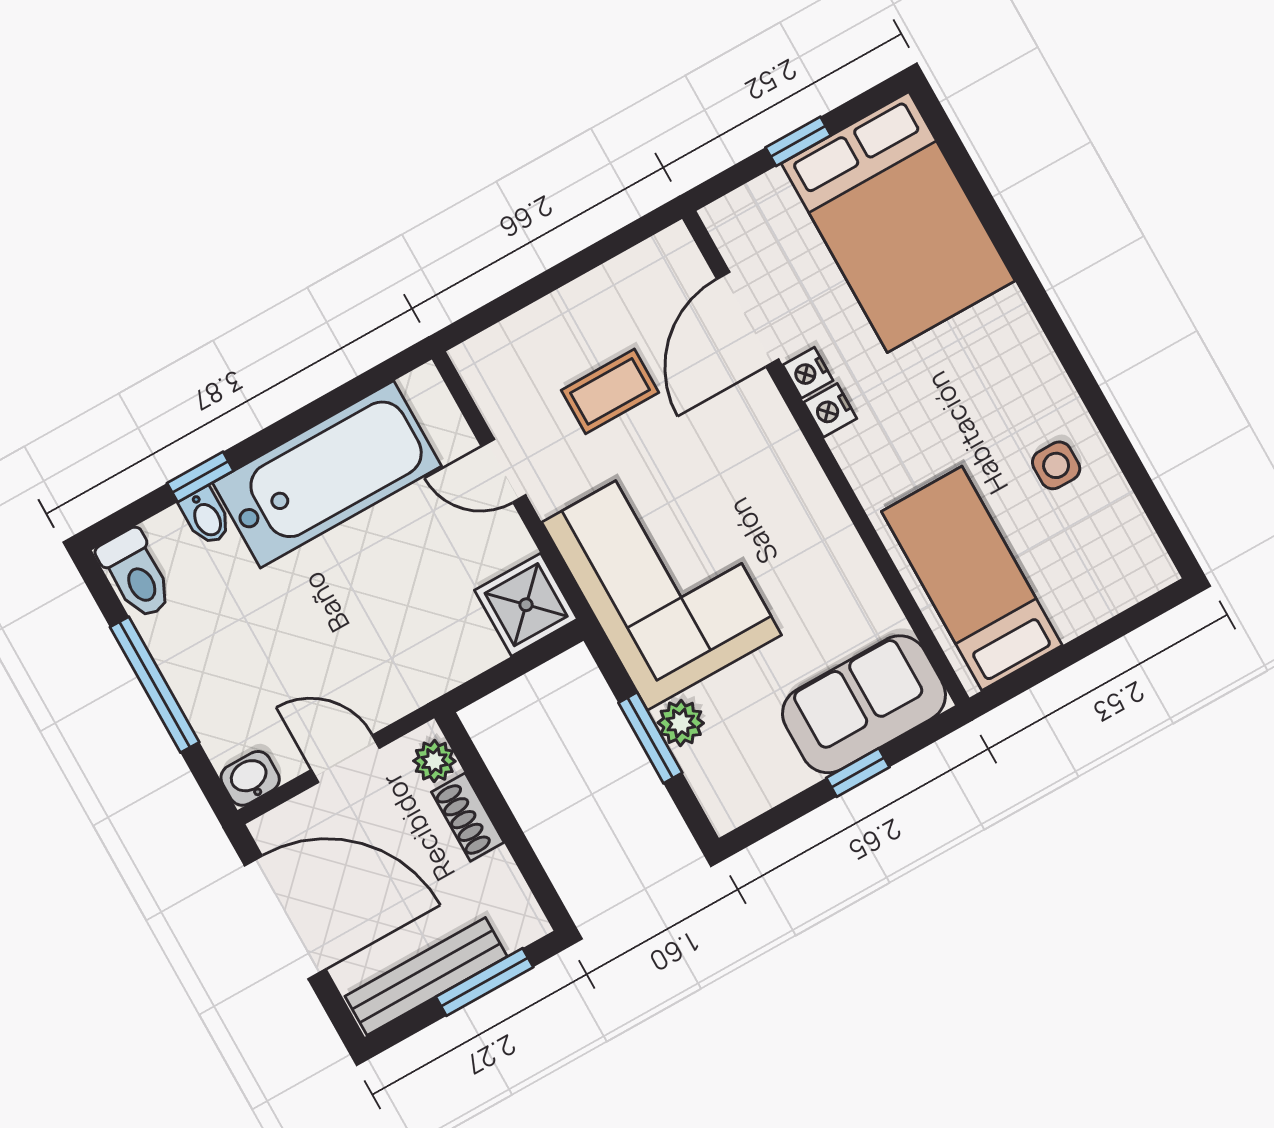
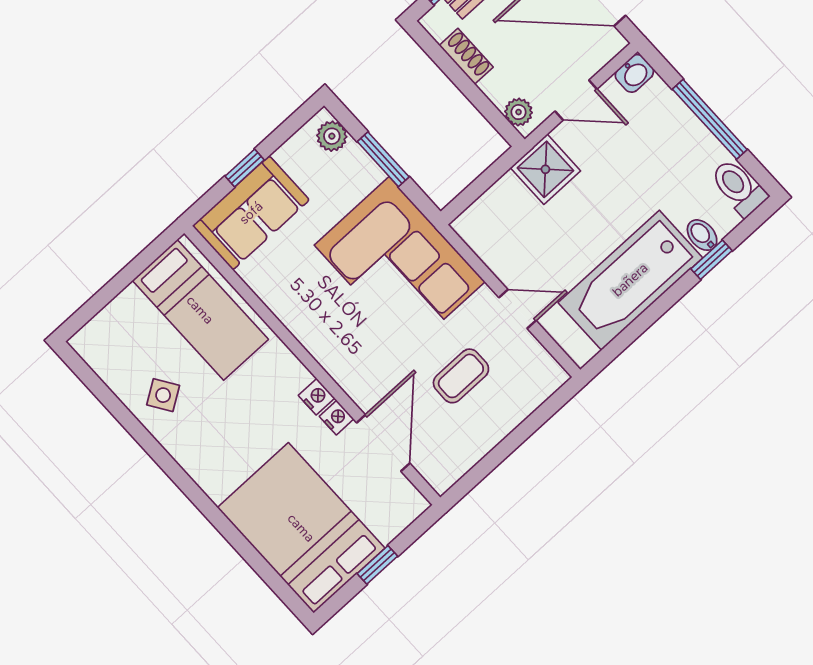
side table: (1056, 465) -> (163, 395), turned -33
shower: (526, 605) -> (545, 169), moved
plant: (681, 723) -> (332, 136), moved
shoe rack: (468, 817) -> (466, 56), moved

